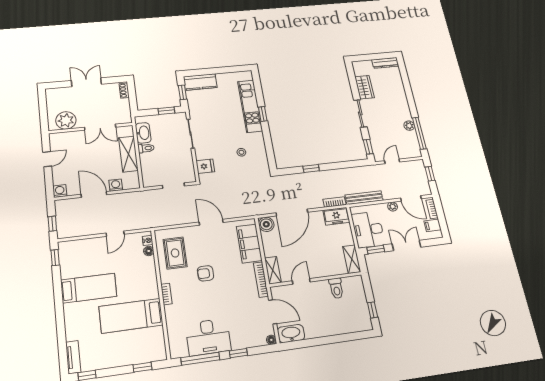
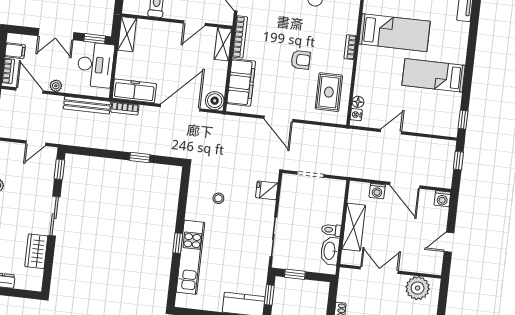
freezer: (336, 216) -> (134, 91), width x1.40

